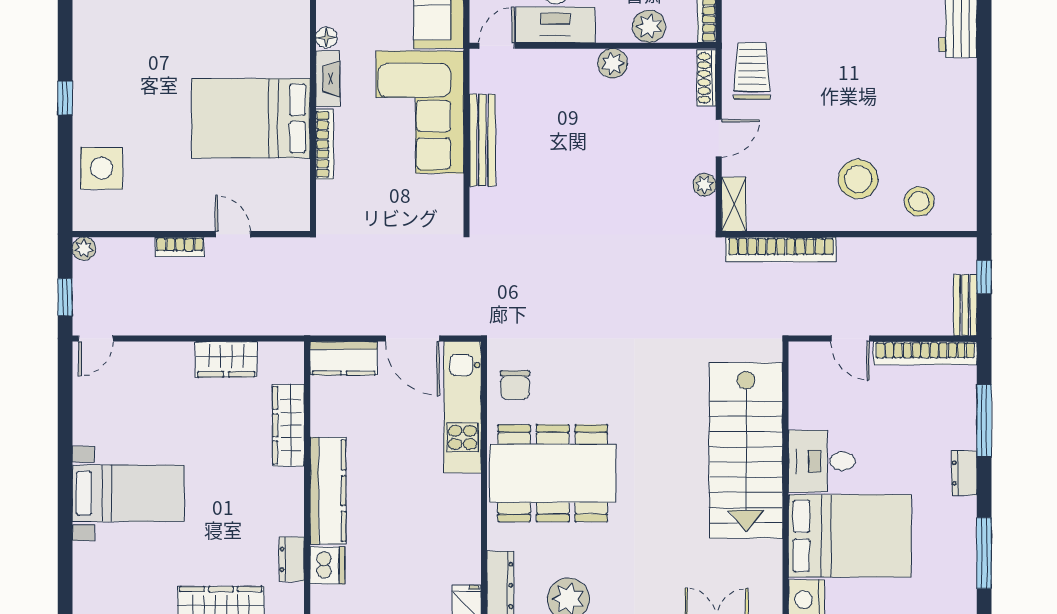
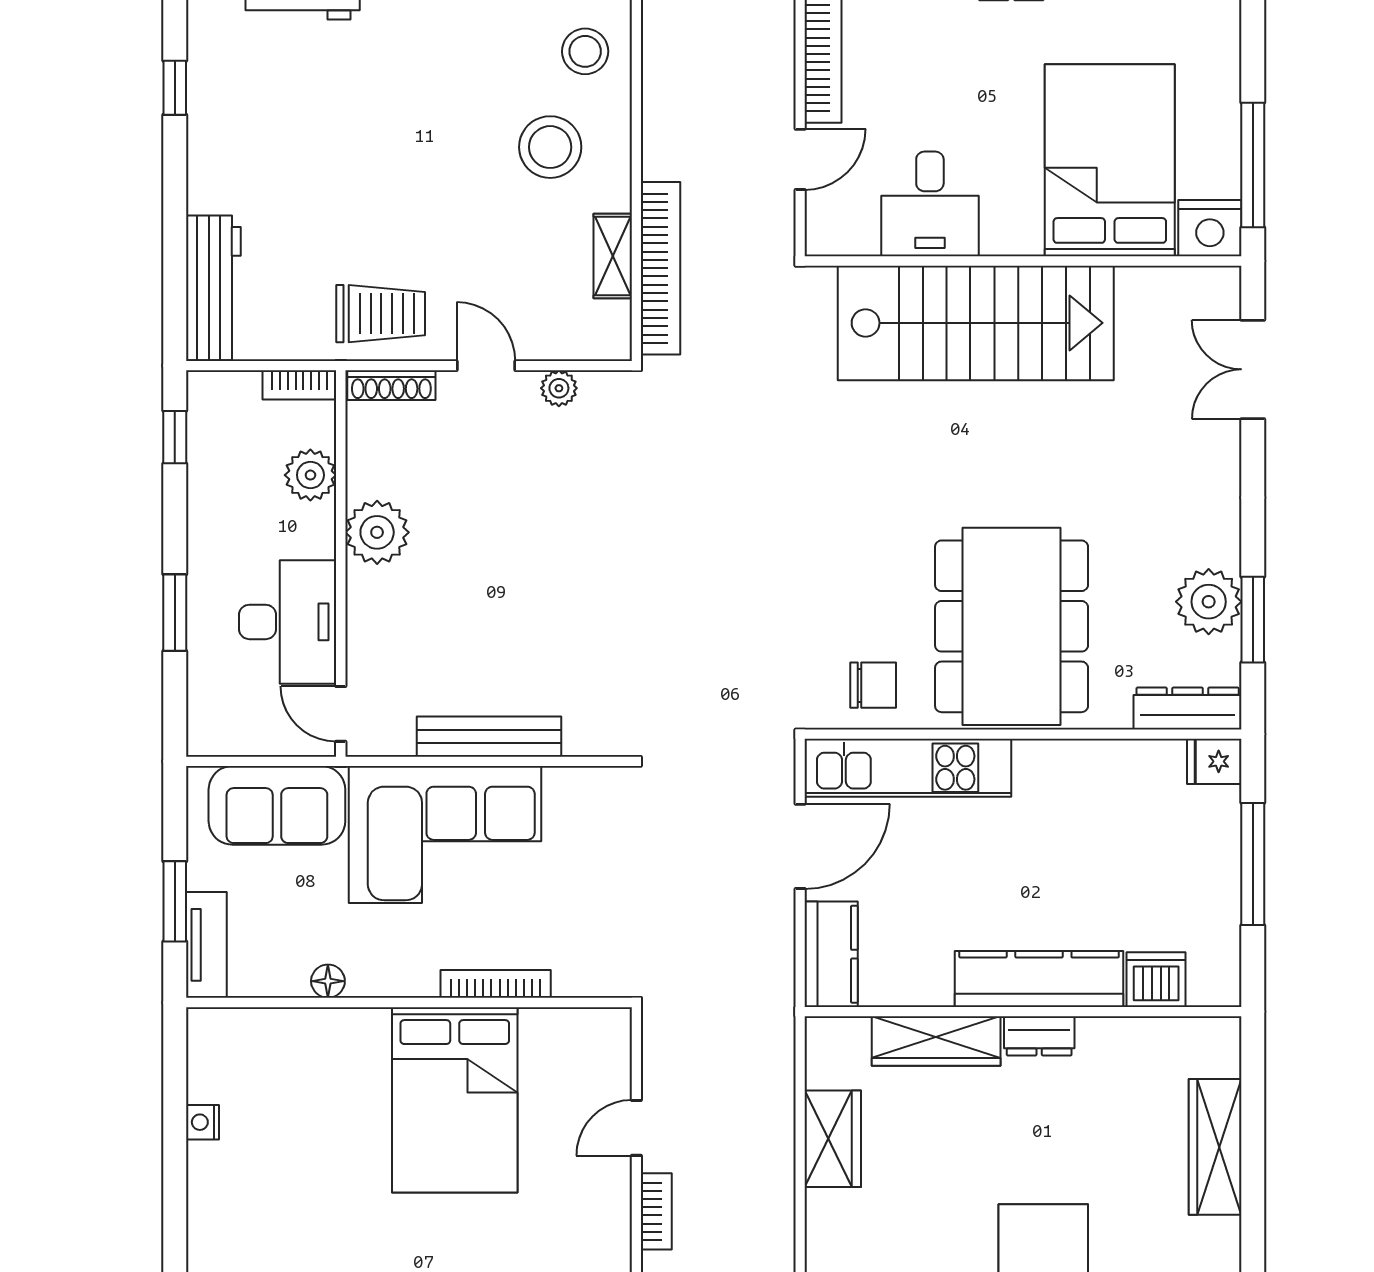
plant: (613, 63) -> (377, 532), width x1.36, depth x1.36
trolley: (752, 71) -> (381, 314), turned 180
fireplace: (328, 79) -> (393, 979), removed
shelving: (734, 204) -> (613, 256), moved, turned 90
desk: (822, 461) -> (930, 204), moved
dresser: (292, 559) -> (1039, 1036), moved

